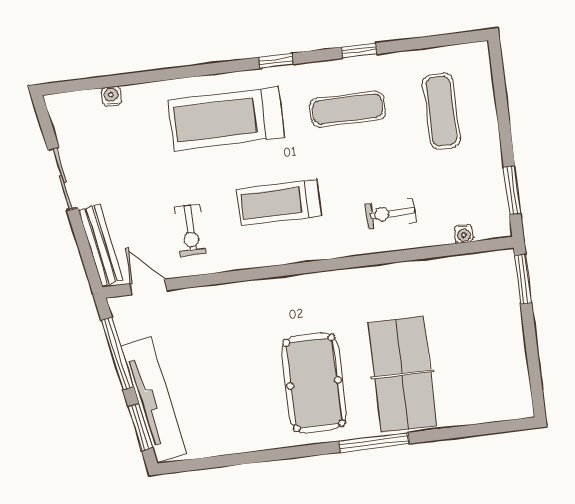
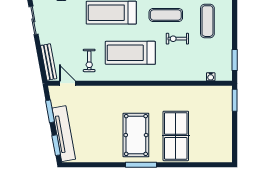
sliding door: (63, 179) -> (33, 20), moved
treadmill: (279, 202) -> (130, 53), width x1.37, depth x1.38
exercise bike: (390, 213) -> (177, 39), moved
window: (117, 354) -> (50, 111), width x0.69
window: (374, 442) -> (141, 165), moved

